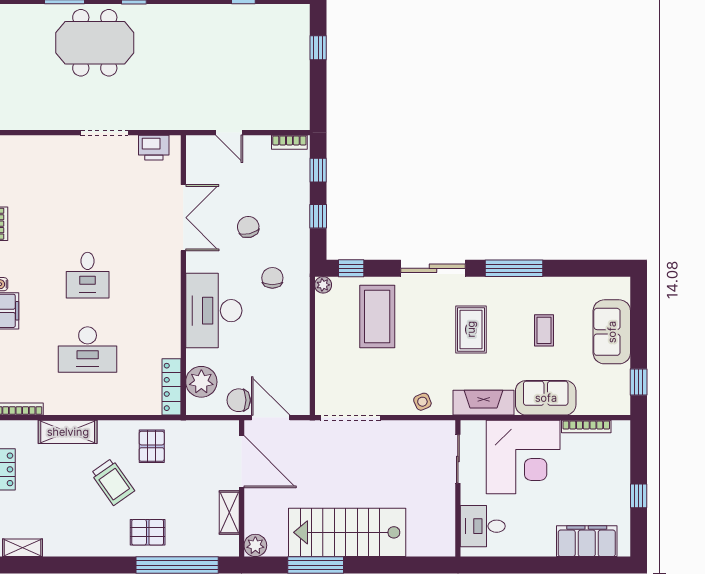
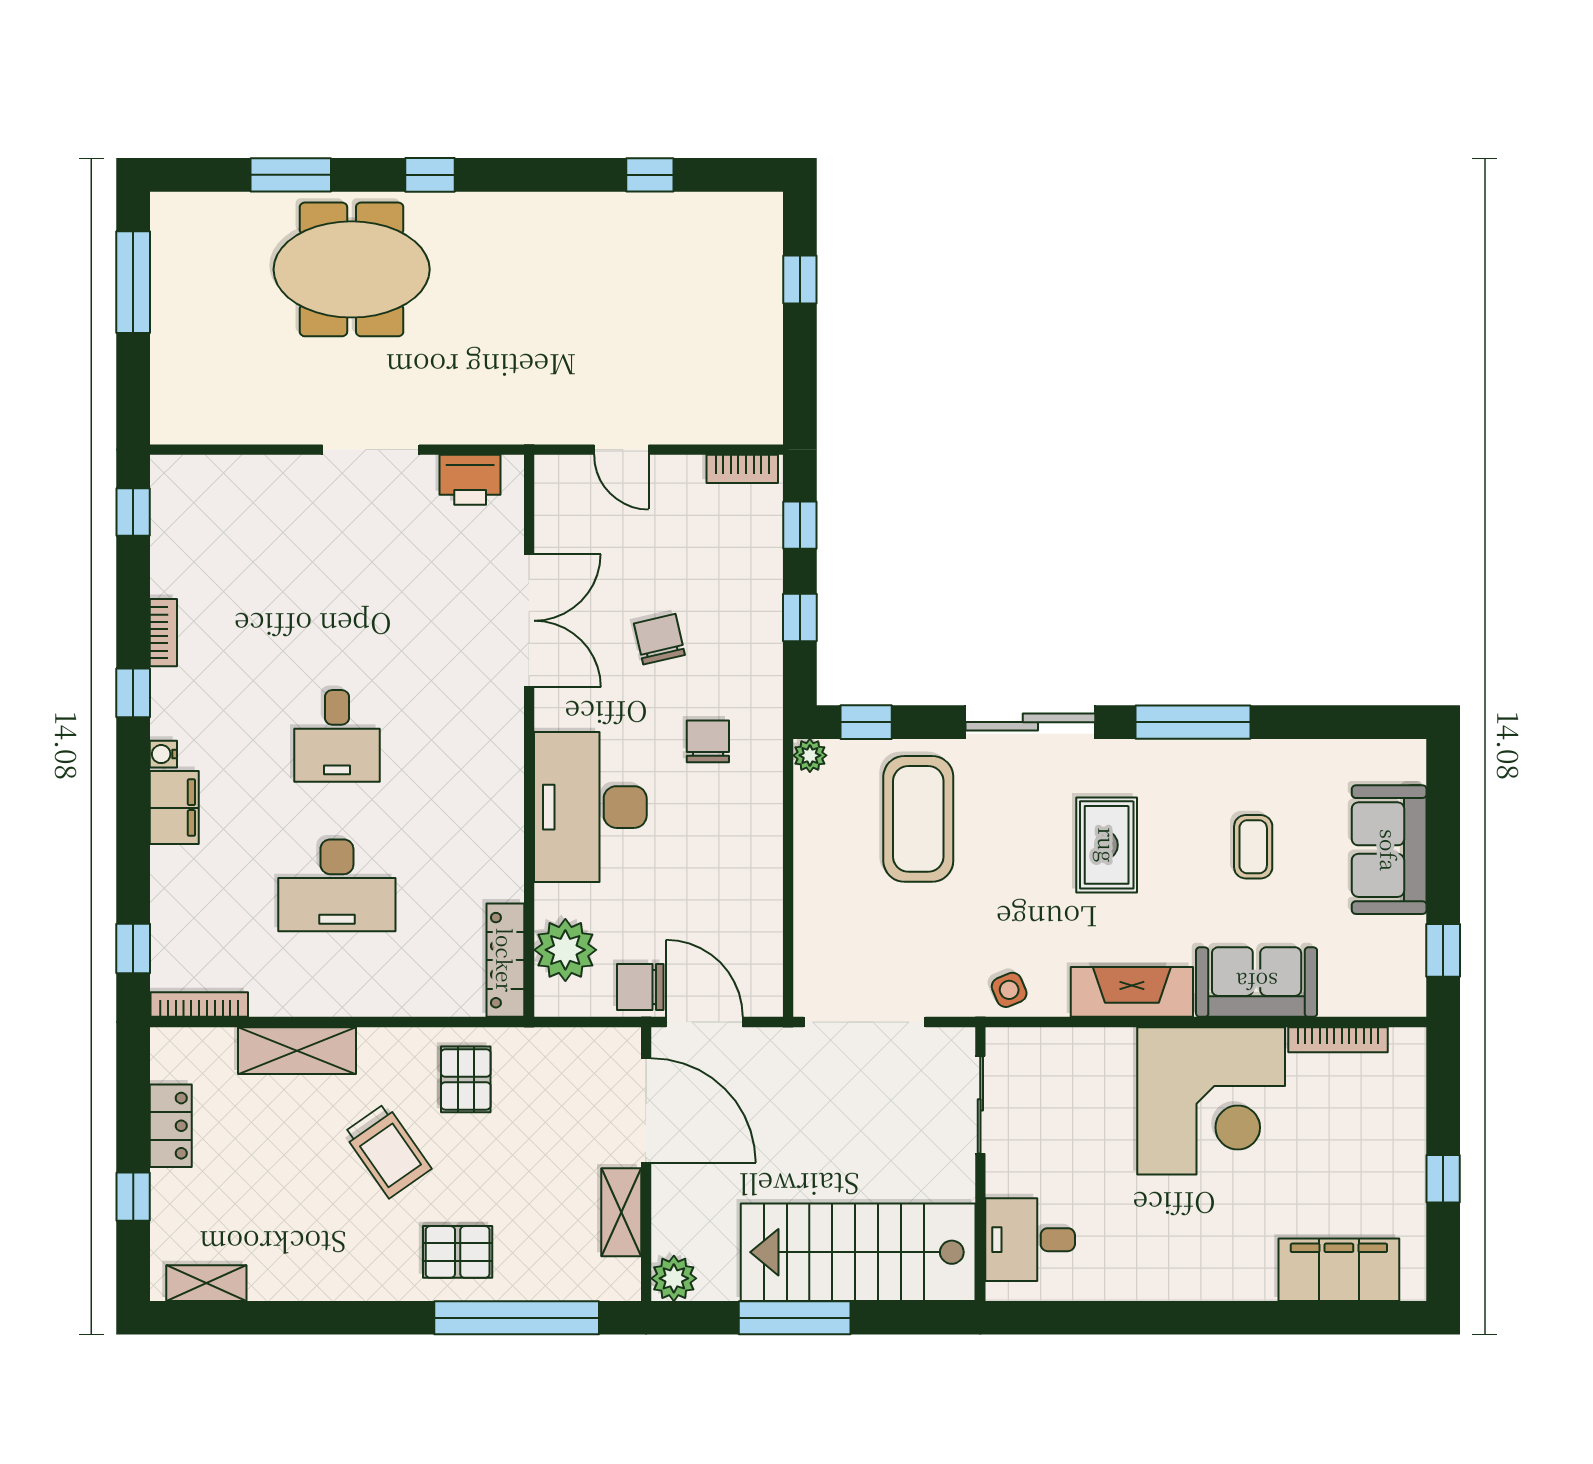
sliding door: (458, 459) -> (980, 1105), moved
wall: (458, 488) -> (980, 1164), moved
desk: (483, 526) -> (1030, 1240), moved

